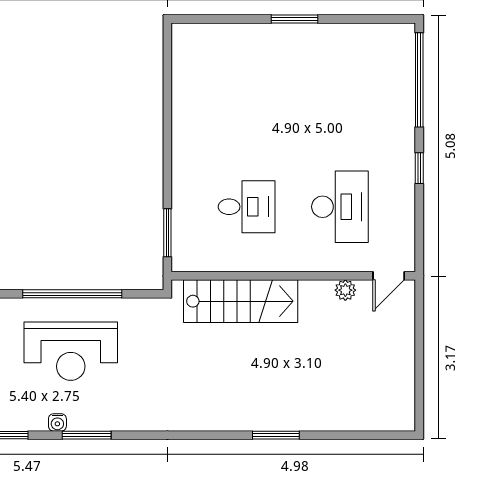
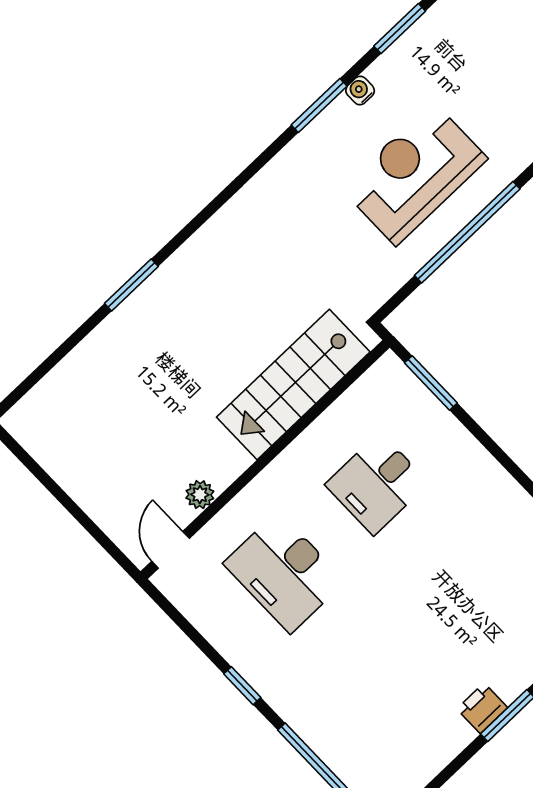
printer: (304, 35) -> (482, 708), added

